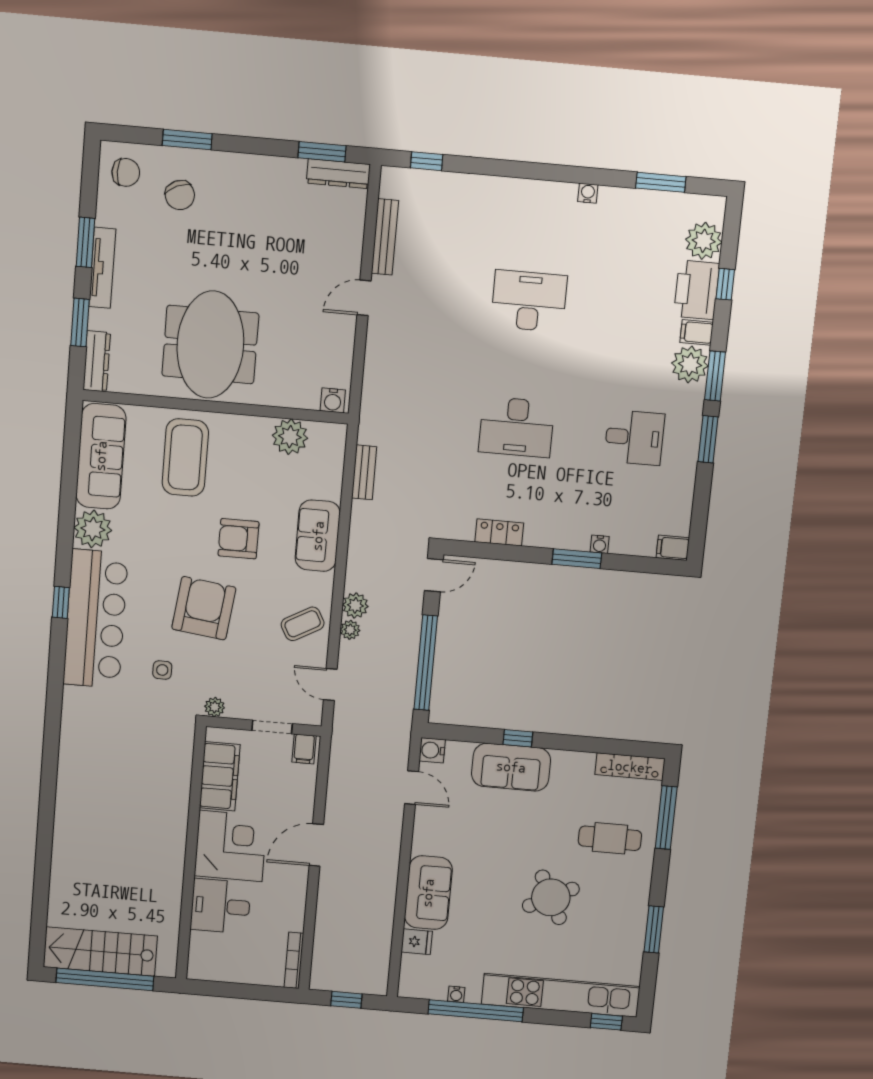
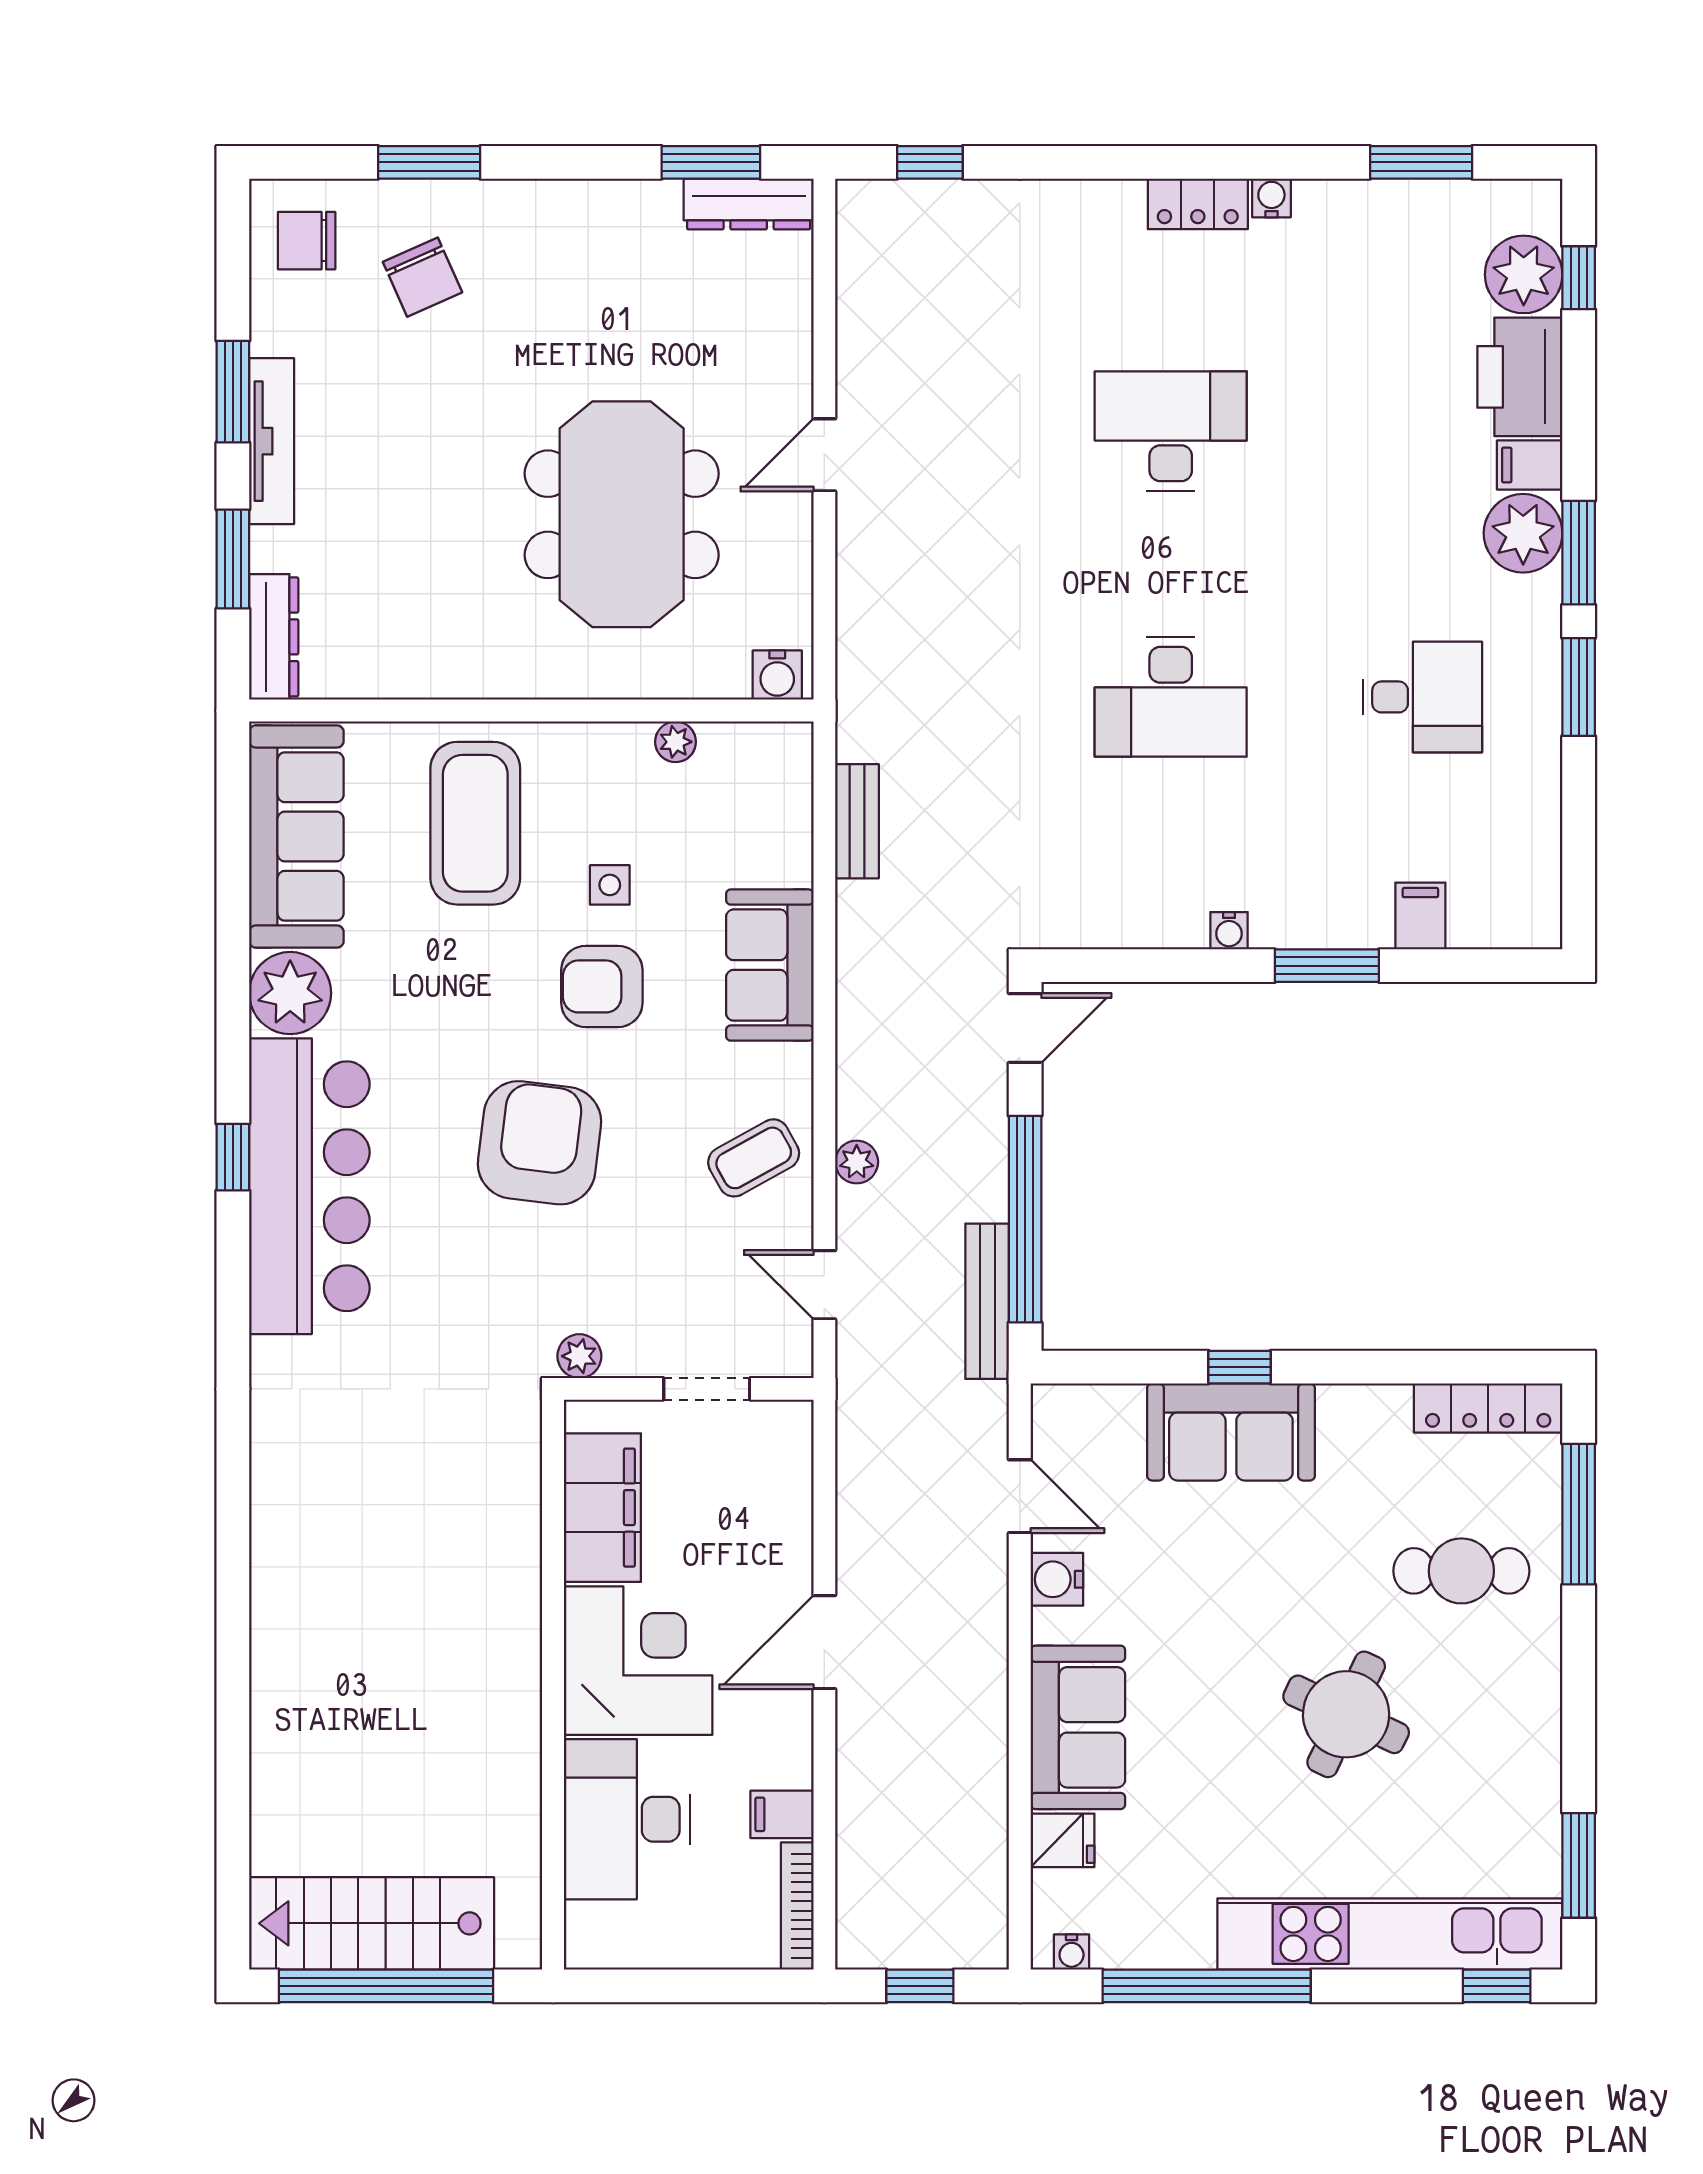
chair: (126, 172) -> (307, 241), turned 180
bench: (385, 237) -> (987, 1301), moved
window: (725, 284) -> (1579, 278), moved
meeting table: (210, 345) -> (622, 514), moved
plant: (290, 437) -> (676, 742), width x0.53, depth x0.53
locker: (499, 532) -> (1198, 204), moved, turned 180
water cooler: (600, 544) -> (1229, 931), moved
filing cabinet: (673, 548) -> (1420, 916), moved, turned 90
plant: (355, 605) -> (863, 1108), removed
side table: (162, 670) -> (610, 885), moved
filing cabinet: (304, 749) -> (782, 1814), moved, turned 90
water cooler: (432, 750) -> (1057, 1579), moved
round table: (551, 897) -> (1346, 1714), turned -38
desk: (221, 906) -> (627, 1819), width x1.37
window: (654, 929) -> (1579, 1865), moved
water cooler: (456, 994) -> (1072, 1952), moved

